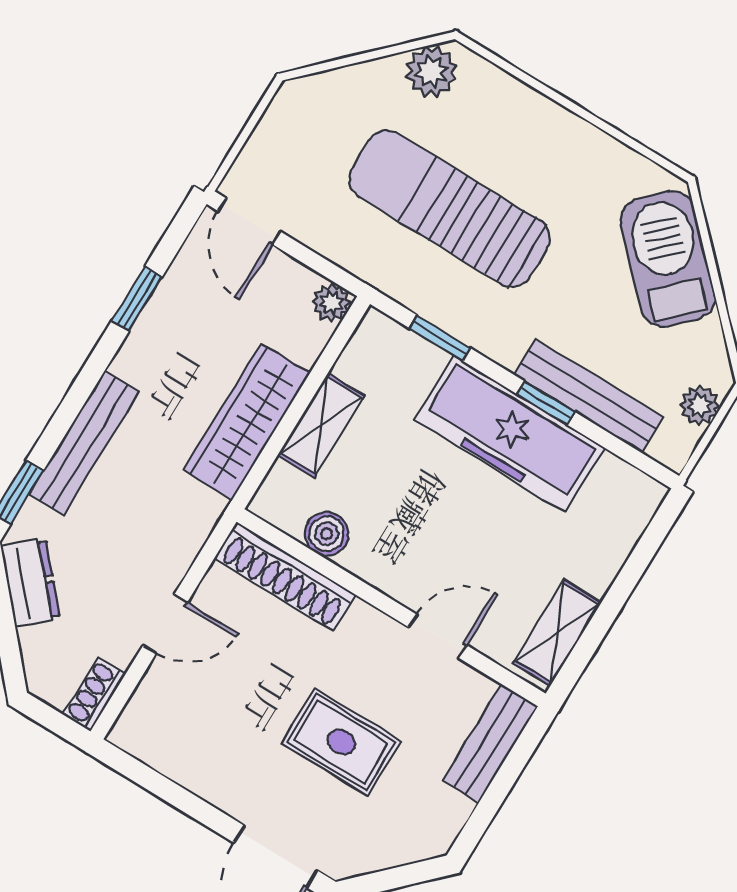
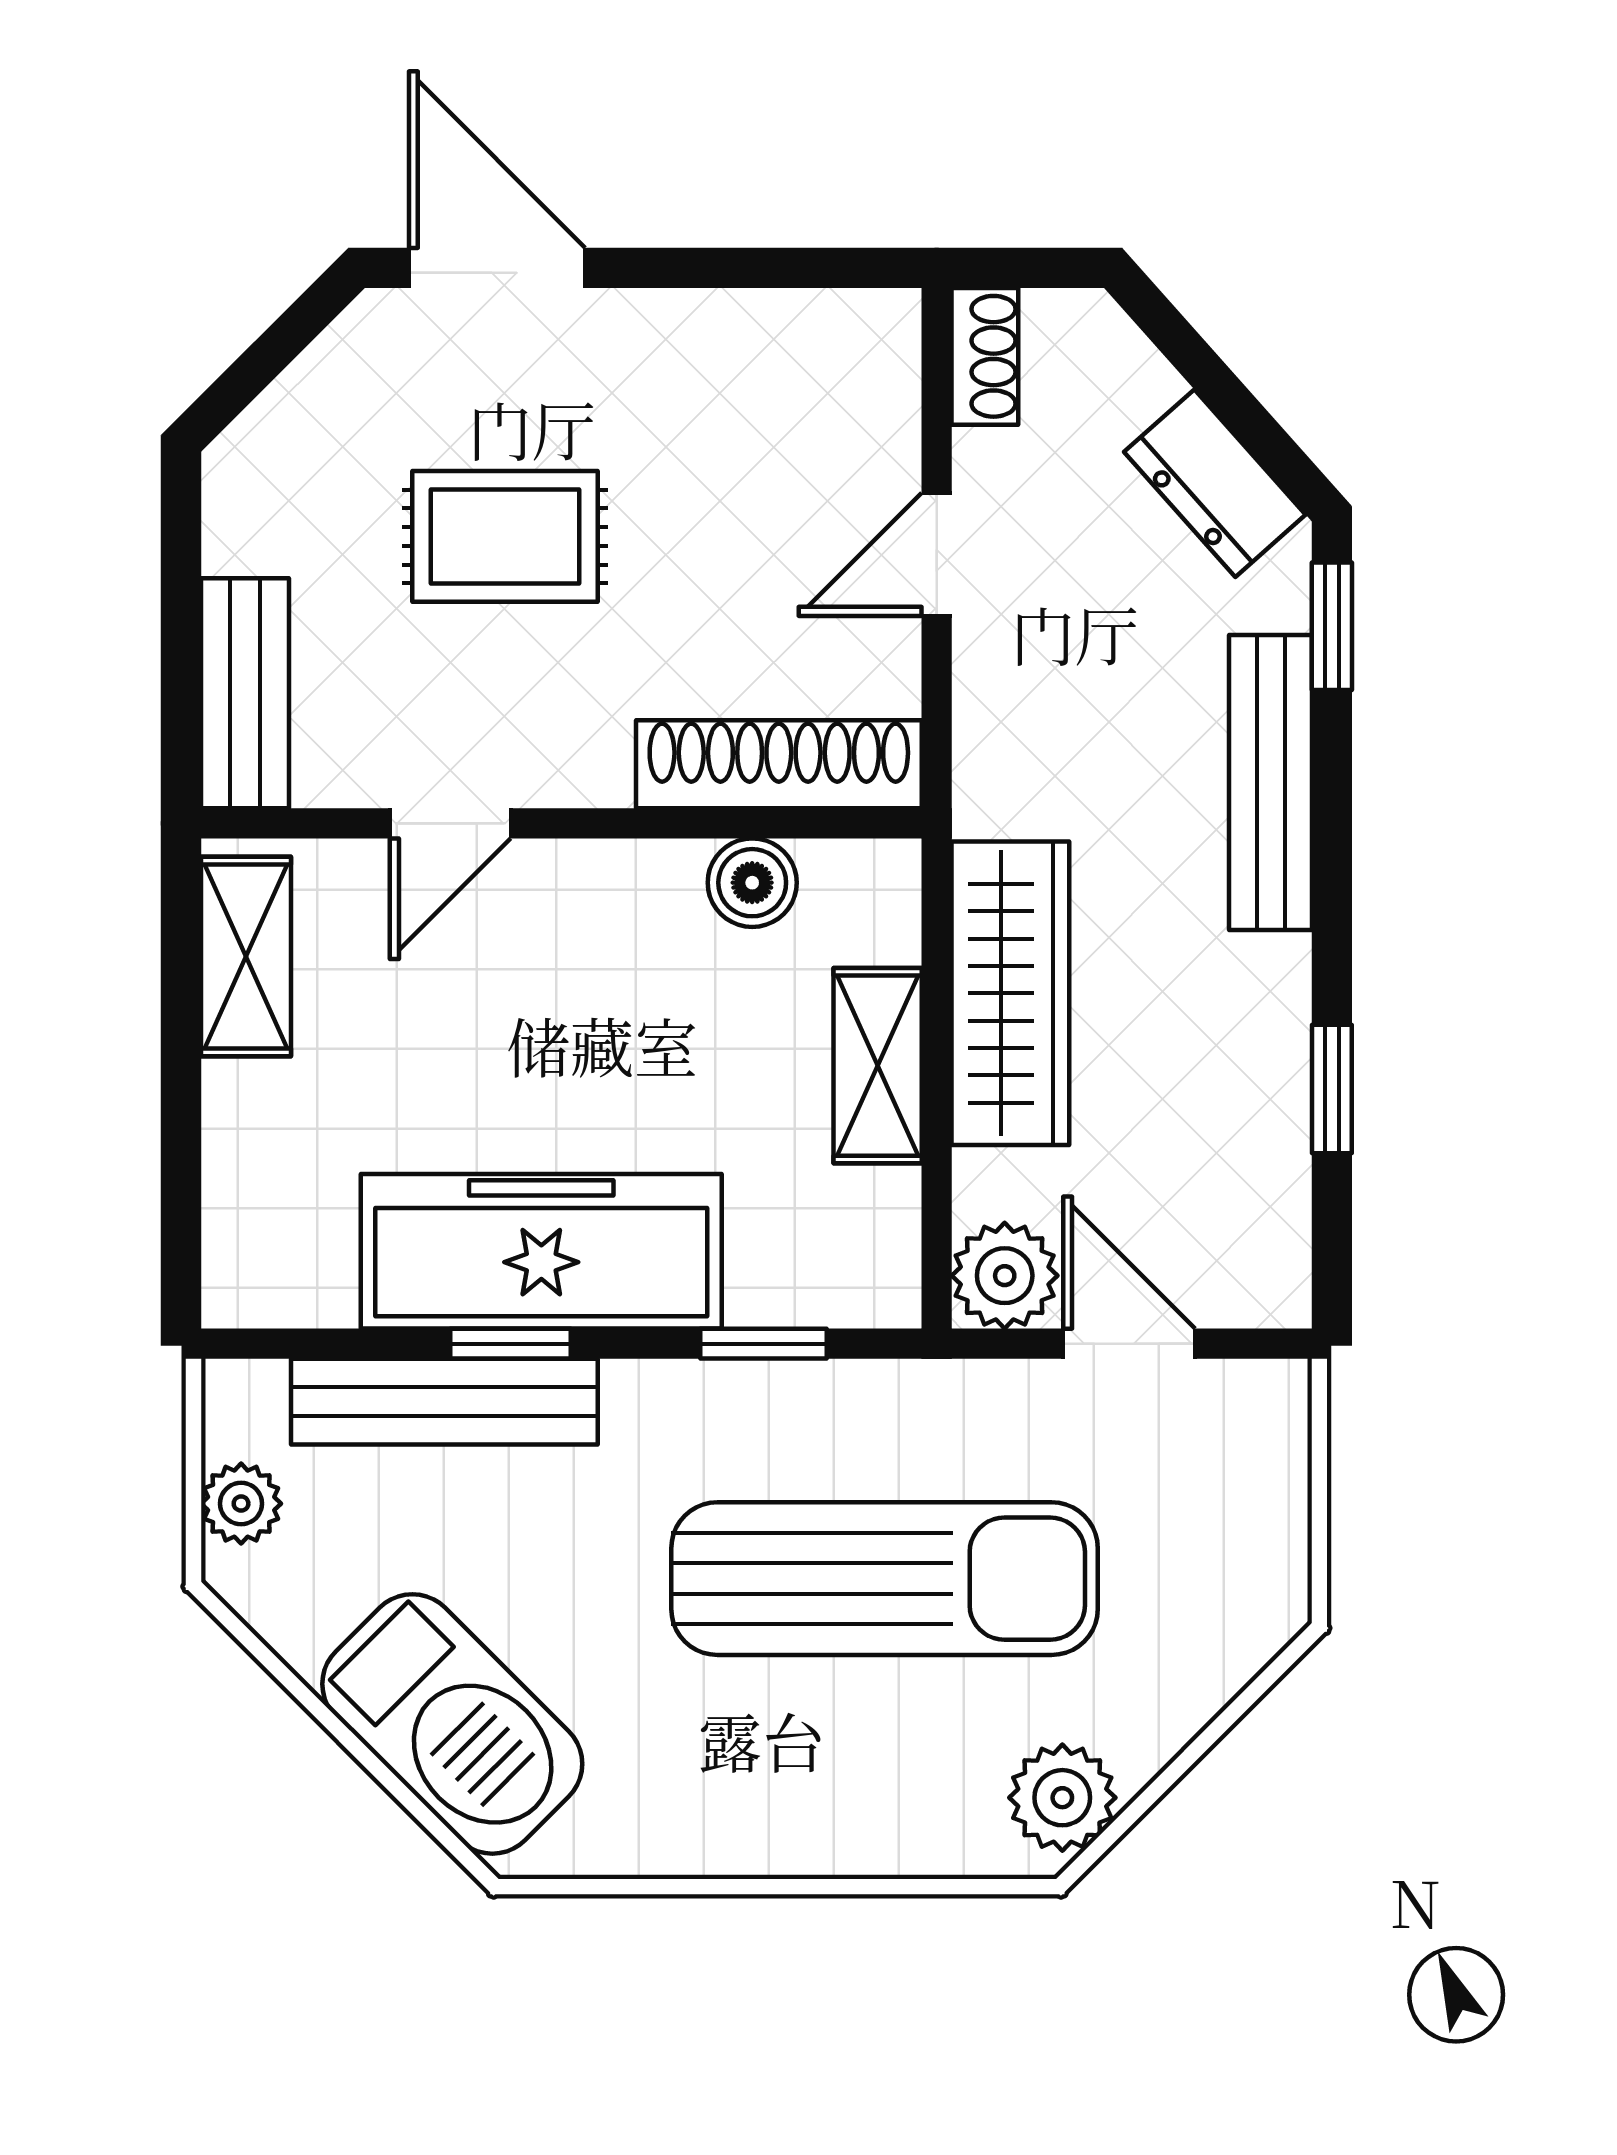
door: (249, 221) -> (1129, 1344), moved
plant: (331, 302) -> (1005, 1276), width x1.38, depth x1.38

